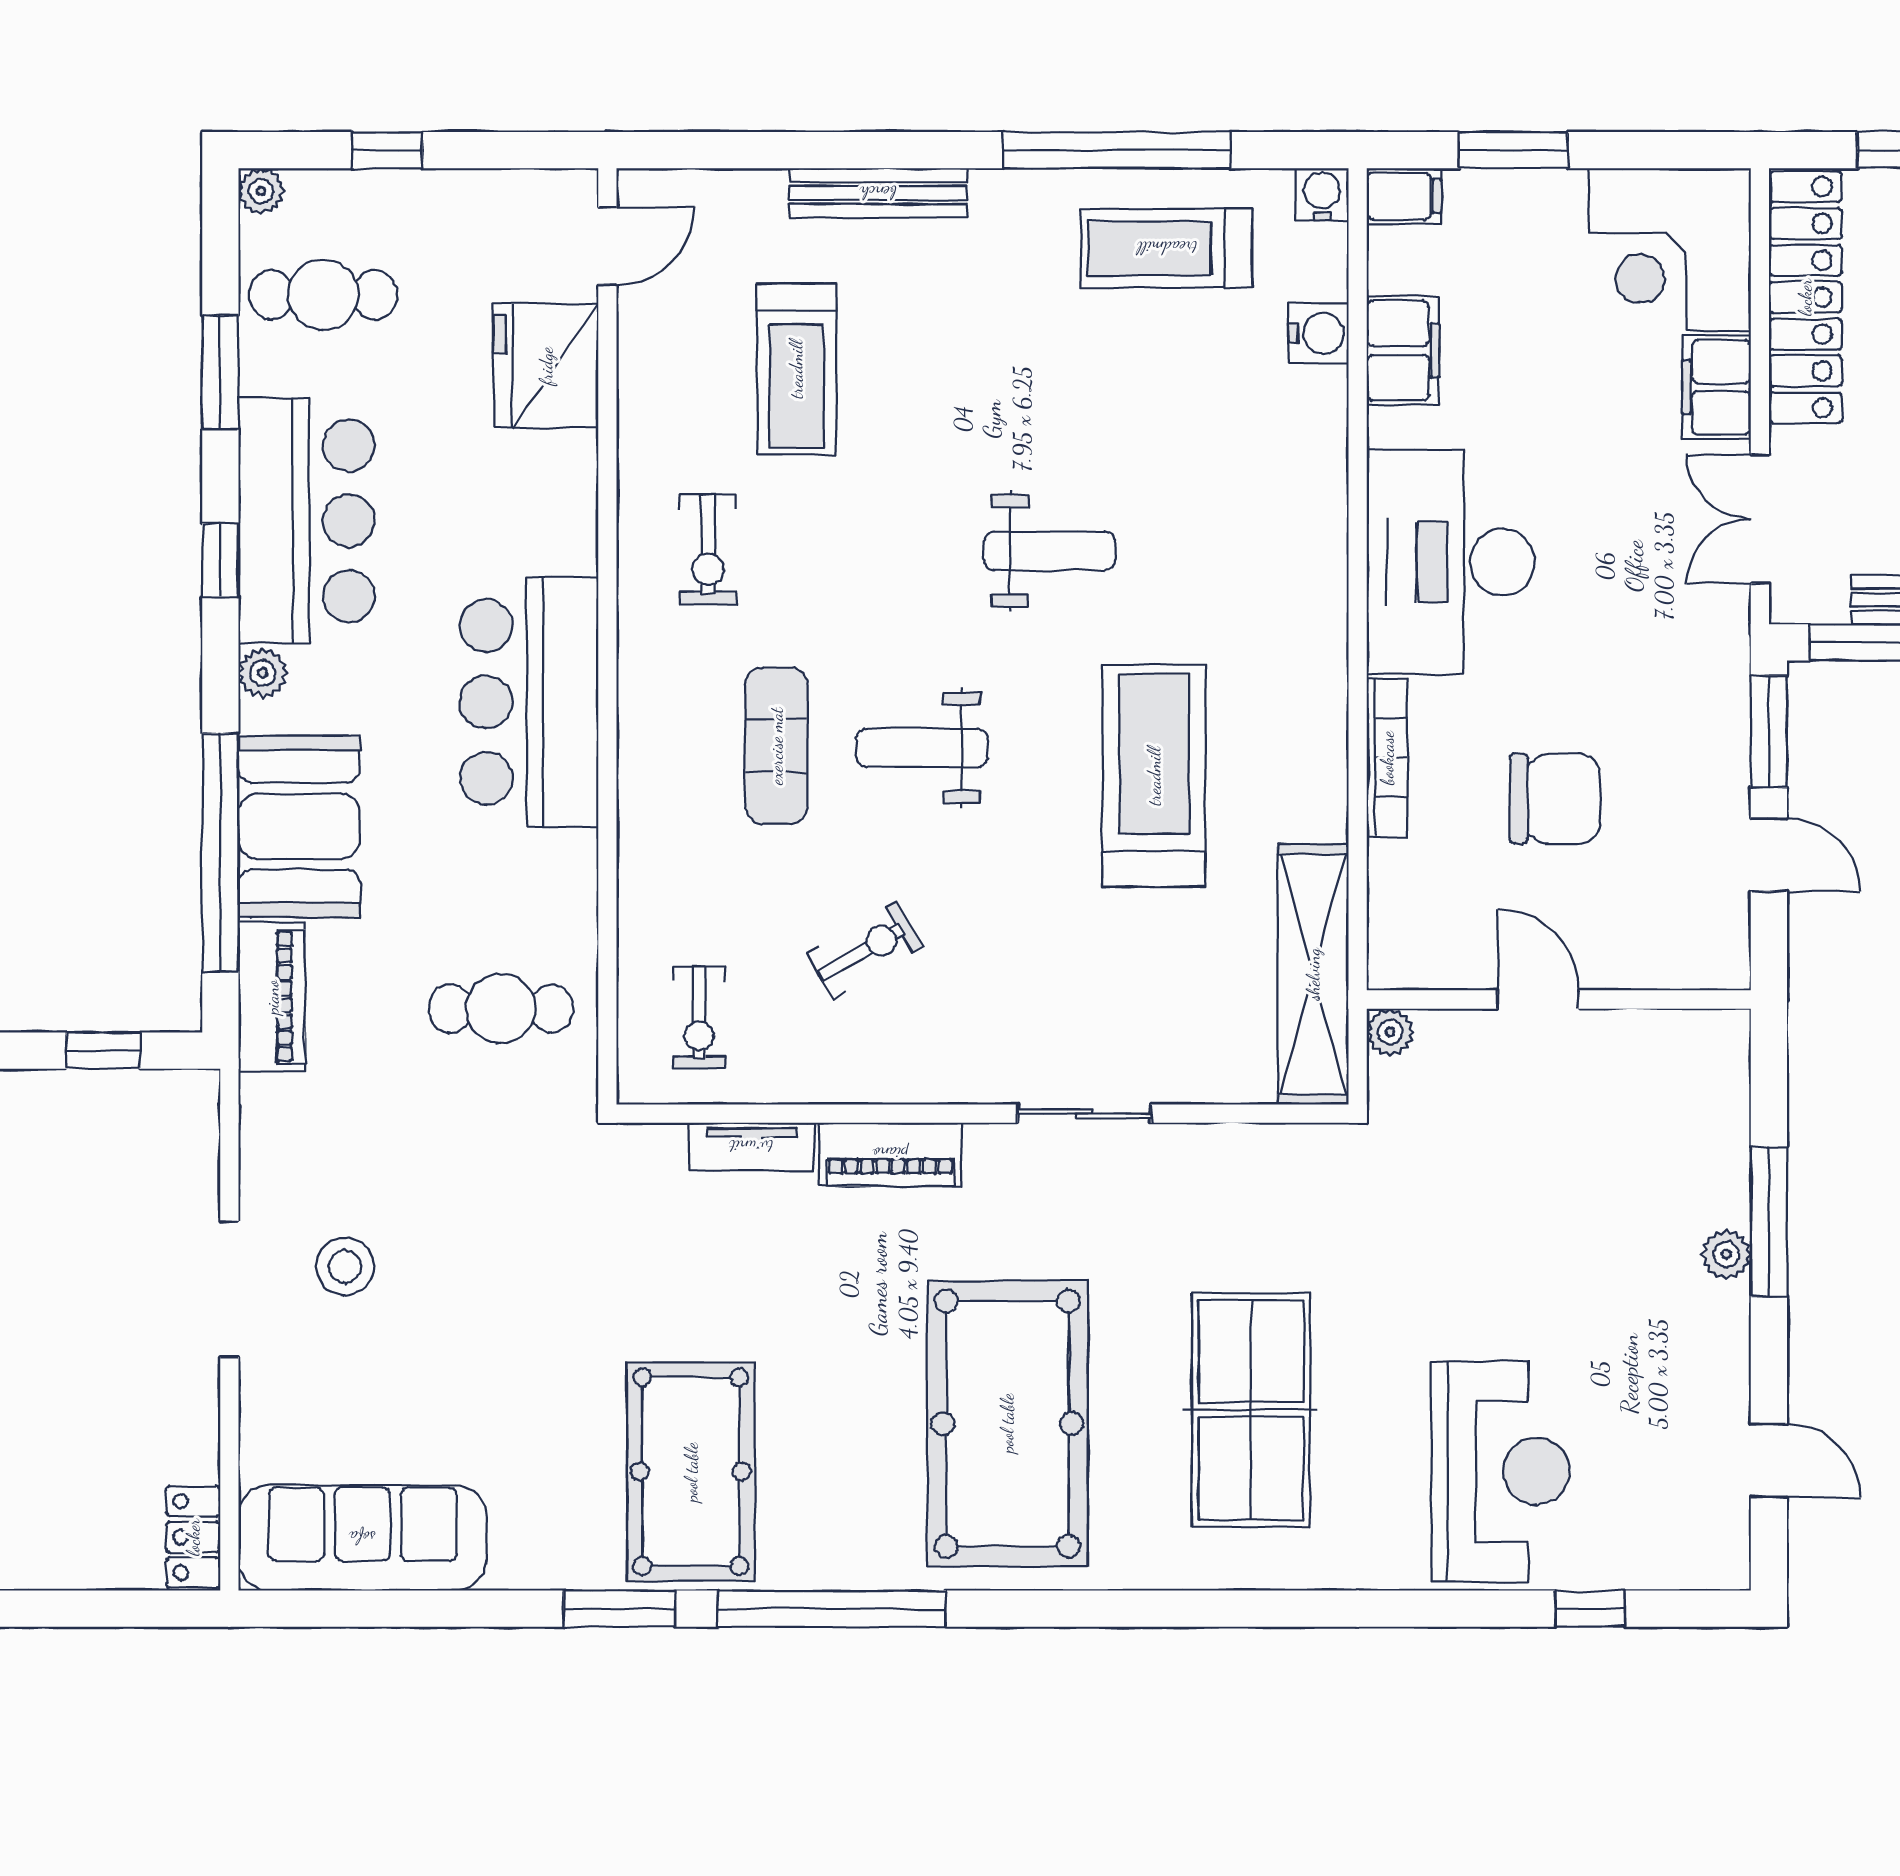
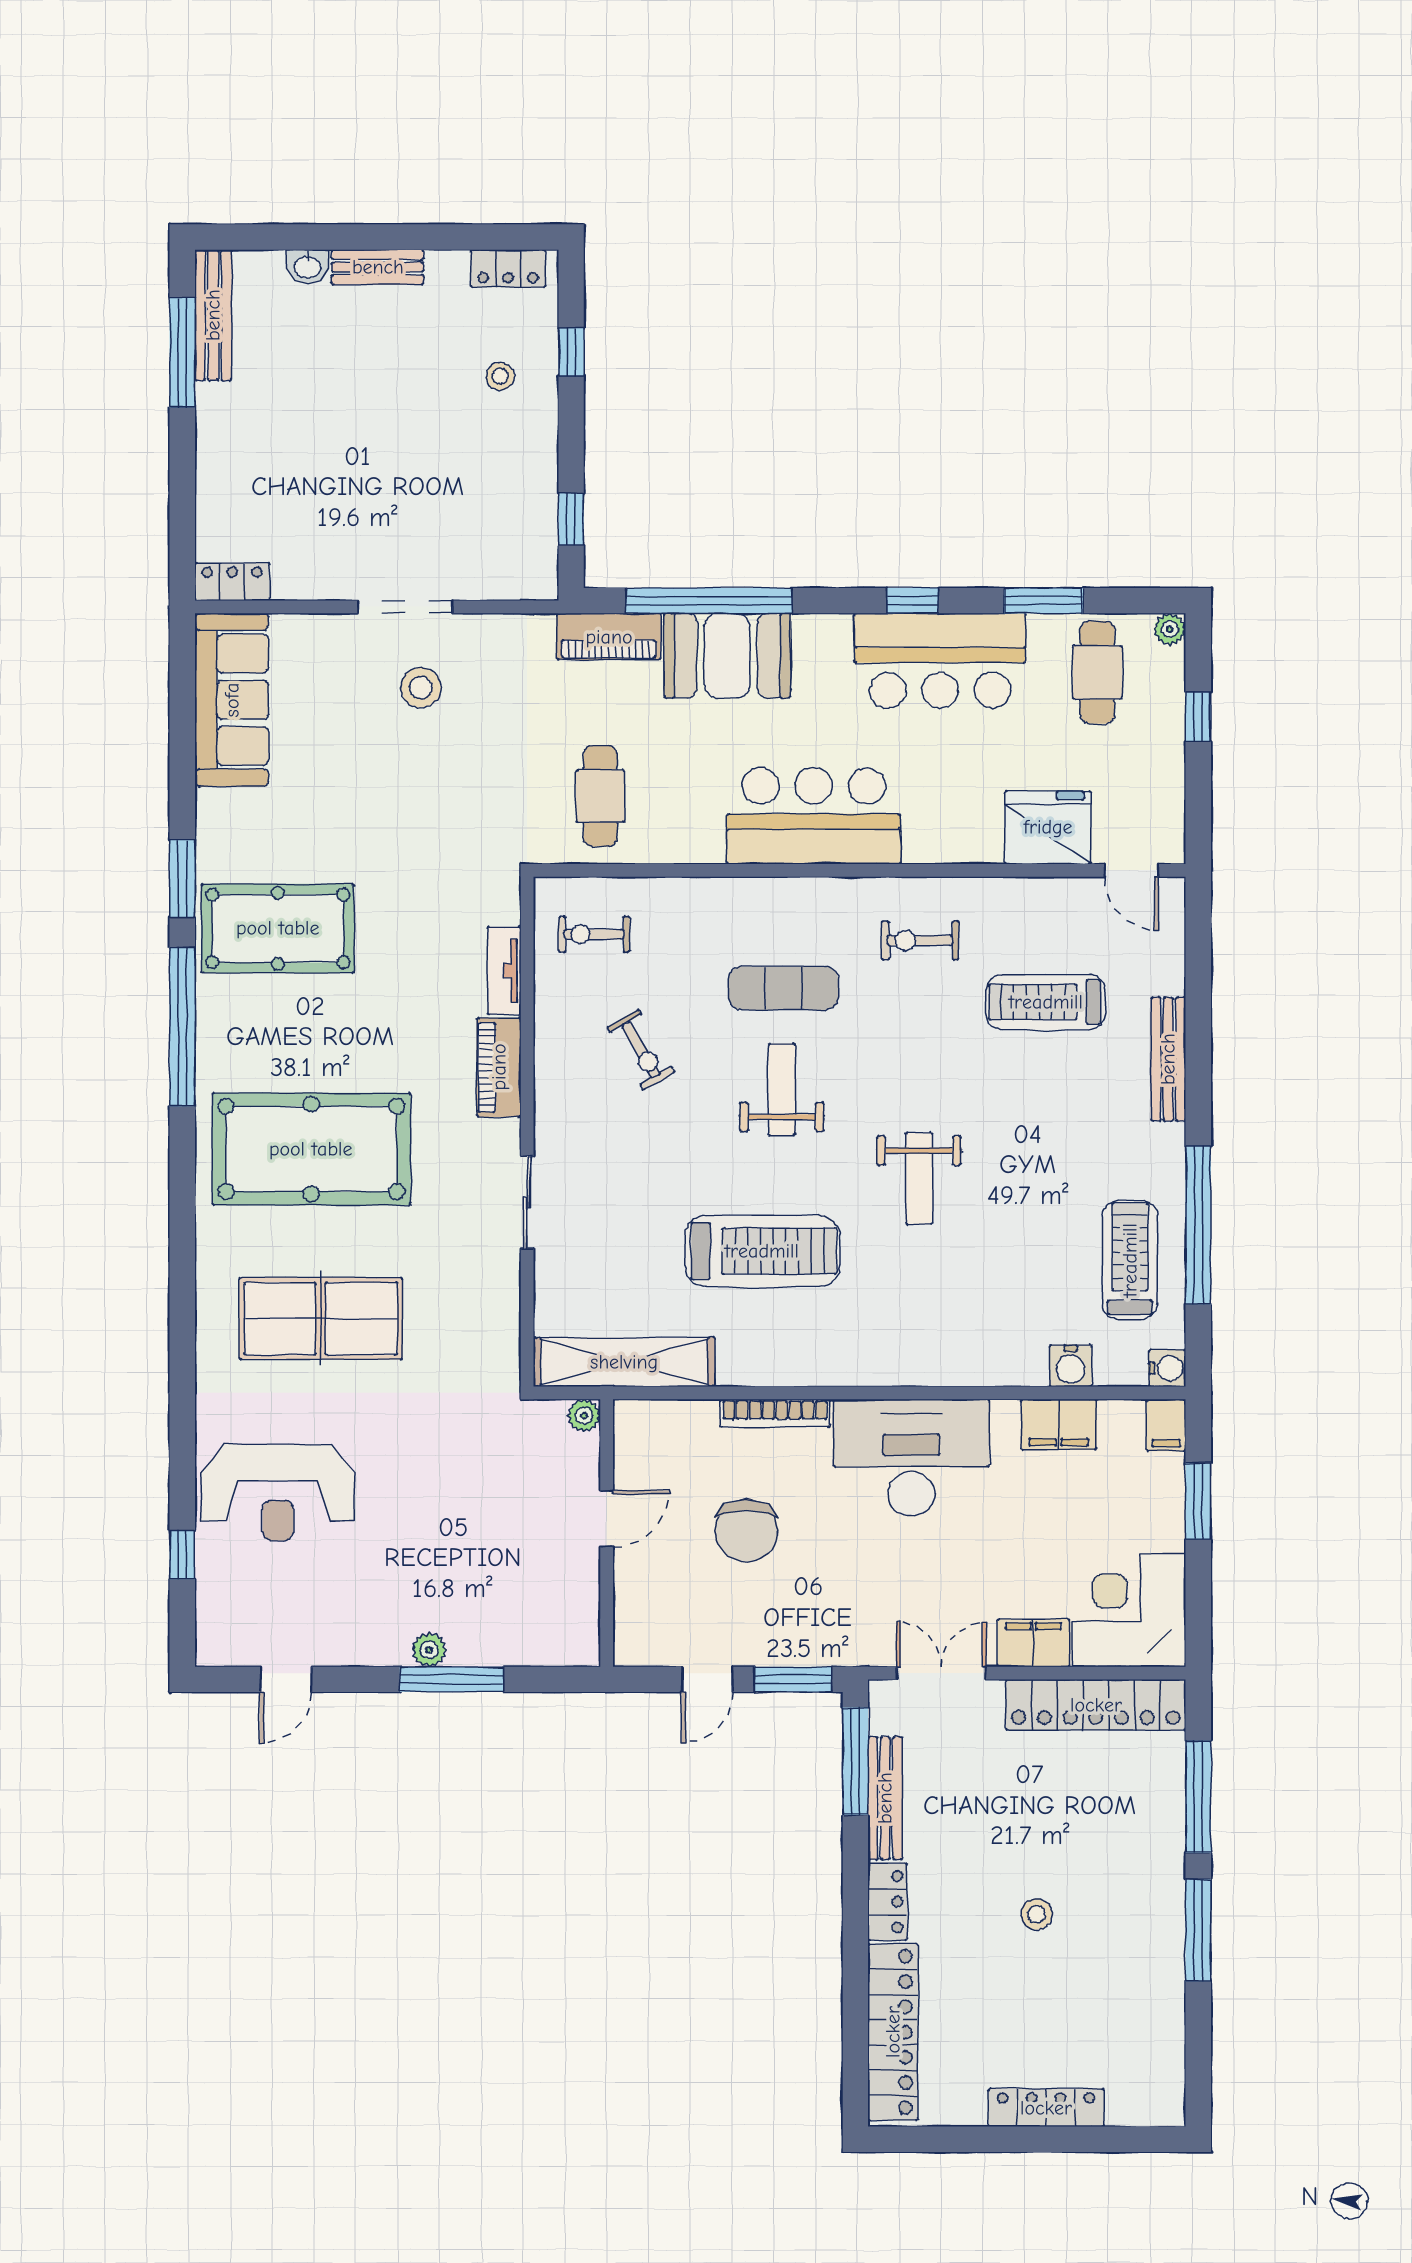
plant: (263, 673) -> (834, 630), removed

